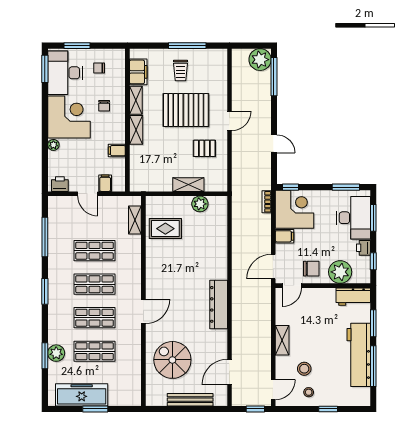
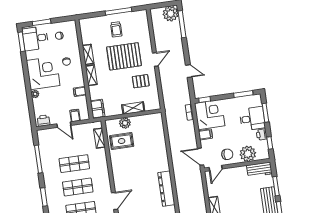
filing cabinet: (138, 72) -> (98, 109), moved
desk: (65, 73) -> (35, 38), width x0.73
plant: (200, 204) -> (125, 123), moved
desk: (353, 218) -> (252, 119), width x0.73
door: (273, 267) -> (201, 157), hinge flipped

